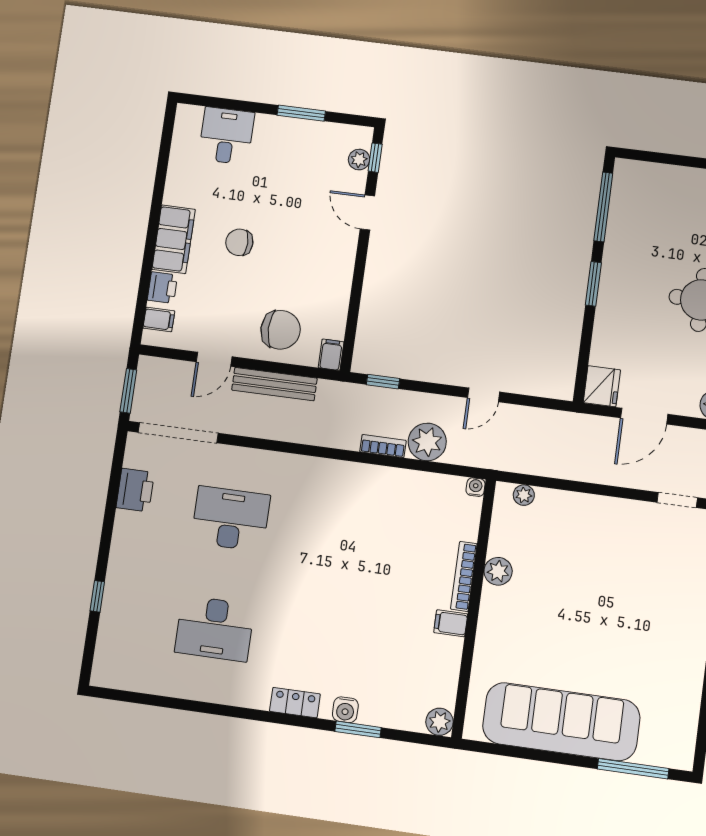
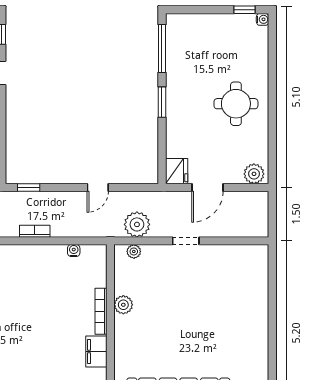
plant: (427, 442) -> (137, 224), moved
water cooler: (476, 487) -> (74, 251), moved
doorway: (677, 500) -> (186, 241), moved
filing cabinet: (451, 623) -> (96, 351), width x2.00

